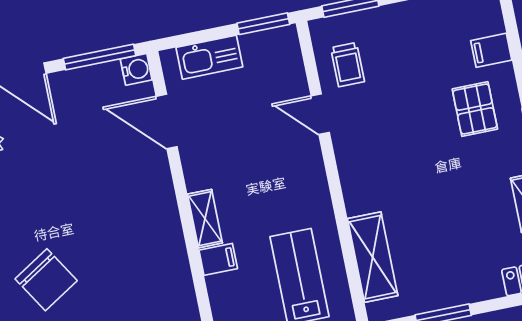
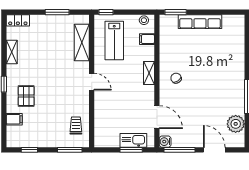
window: (263, 24) -> (131, 150), moved
door: (320, 114) -> (92, 82), moved
filing cabinet: (218, 259) -> (147, 39), moved
chair: (46, 280) -> (176, 78), moved, width x0.54, depth x0.54

